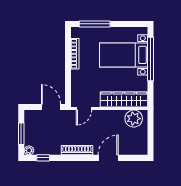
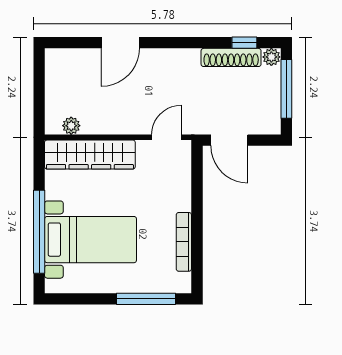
plant: (134, 119) -> (71, 126), width x0.53, depth x0.53
window: (21, 134) -> (286, 89), width x1.44
shoe rack: (77, 150) -> (231, 57), moved

